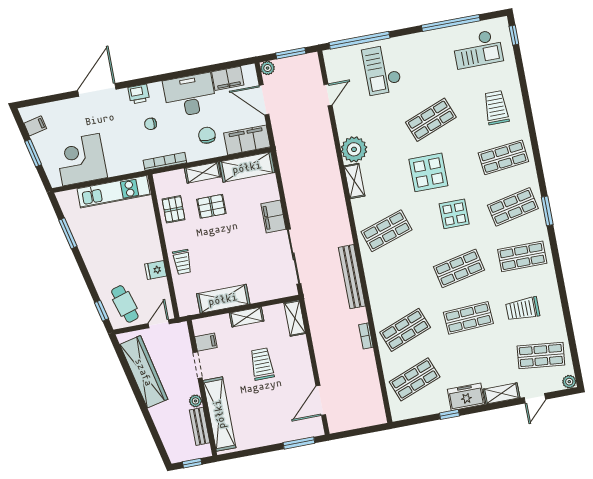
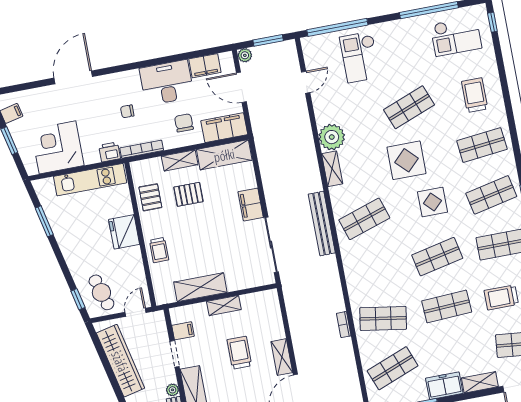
printer: (139, 94) -> (110, 152), moved, turned 180
fridge: (156, 270) -> (124, 232), moved, width x1.88, depth x1.34
bench: (352, 277) -> (322, 224), moved
shelving: (295, 318) -> (282, 357), moved
shop shelf: (405, 330) -> (383, 318), turned 30

